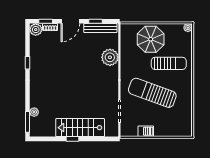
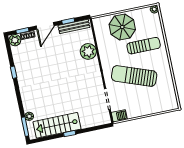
stairs: (80, 128) -> (57, 125), moved
barbecue: (146, 131) -> (119, 116), moved

